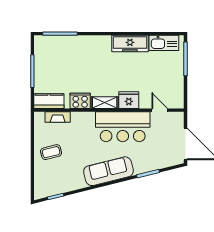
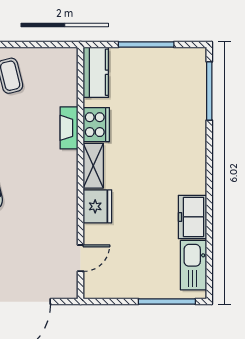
freezer: (130, 44) -> (192, 217), width x0.71
fireplace: (58, 117) -> (69, 128), moved
bar counter: (123, 127) -> (53, 196), removed

